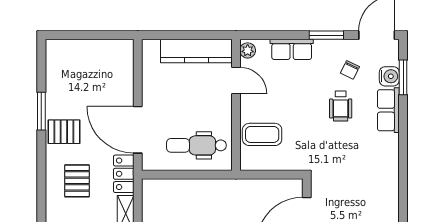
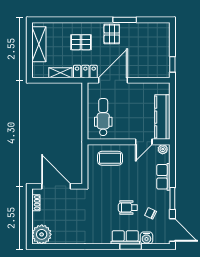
window: (112, 35) -> (172, 64), added
window: (403, 77) -> (131, 247), moved
coffee table: (262, 134) -> (110, 158), turned 90

